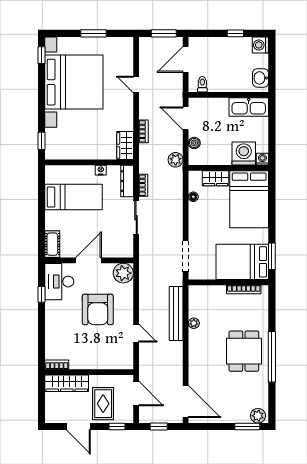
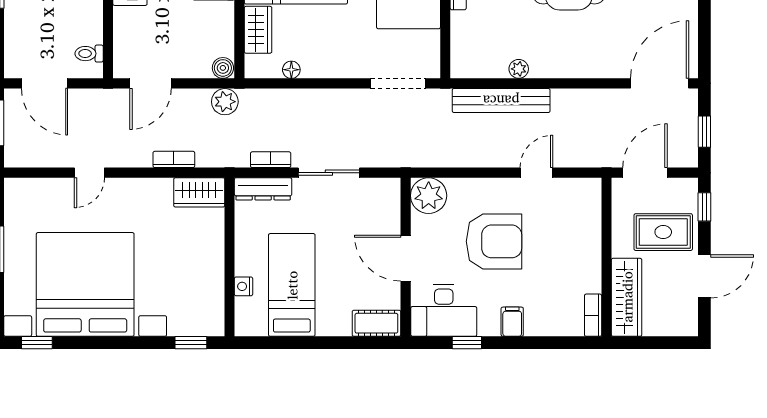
boiler: (194, 143) -> (223, 68), moved
nightstand: (101, 170) -> (244, 286), moved
filing cabinet: (53, 320) -> (512, 322), added

